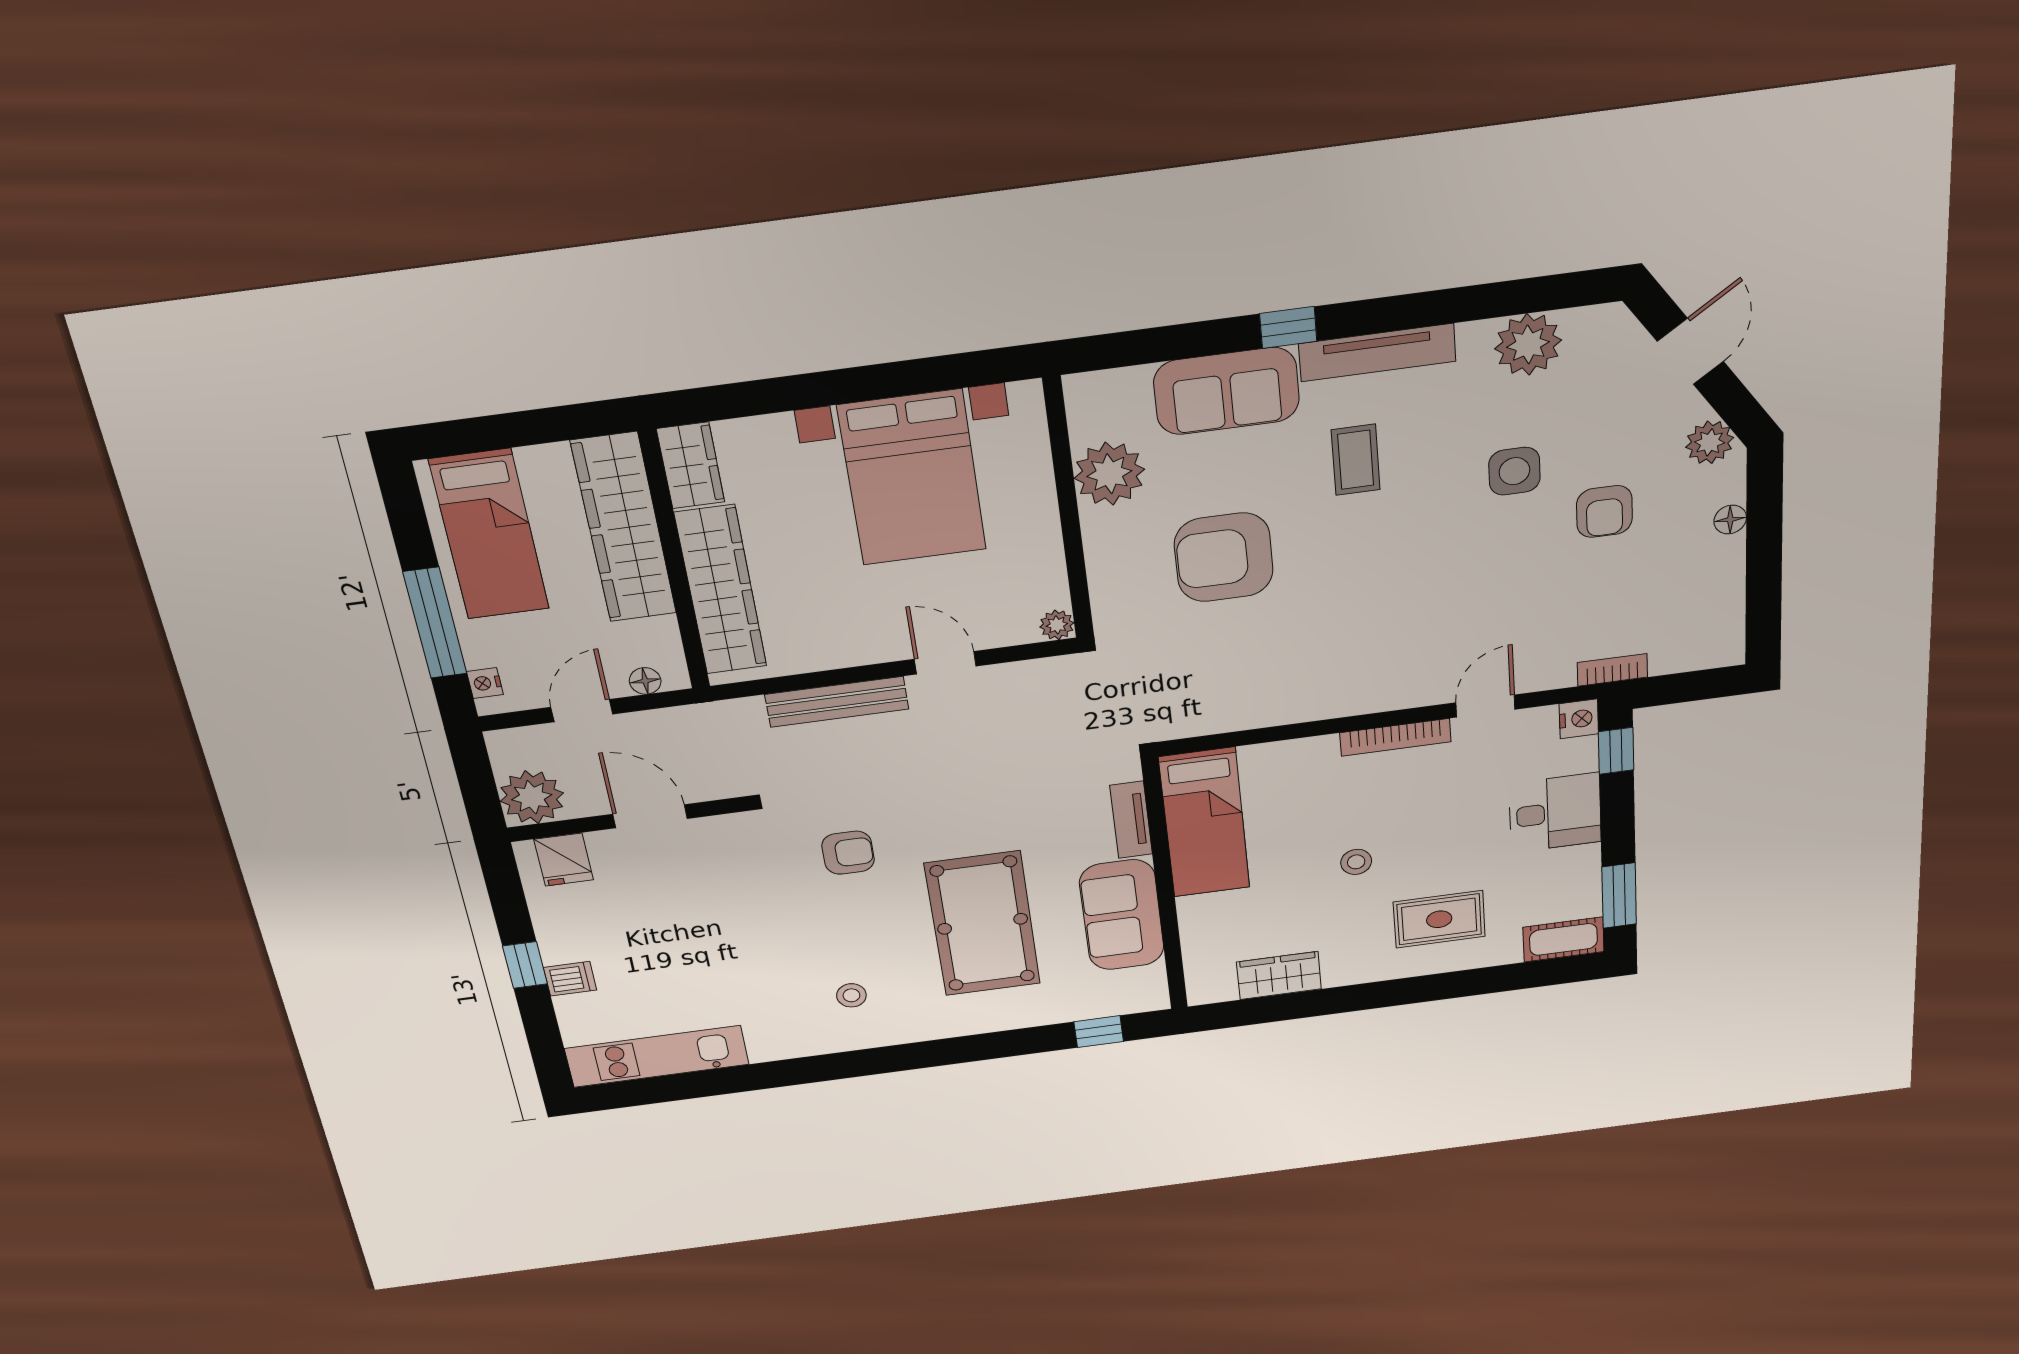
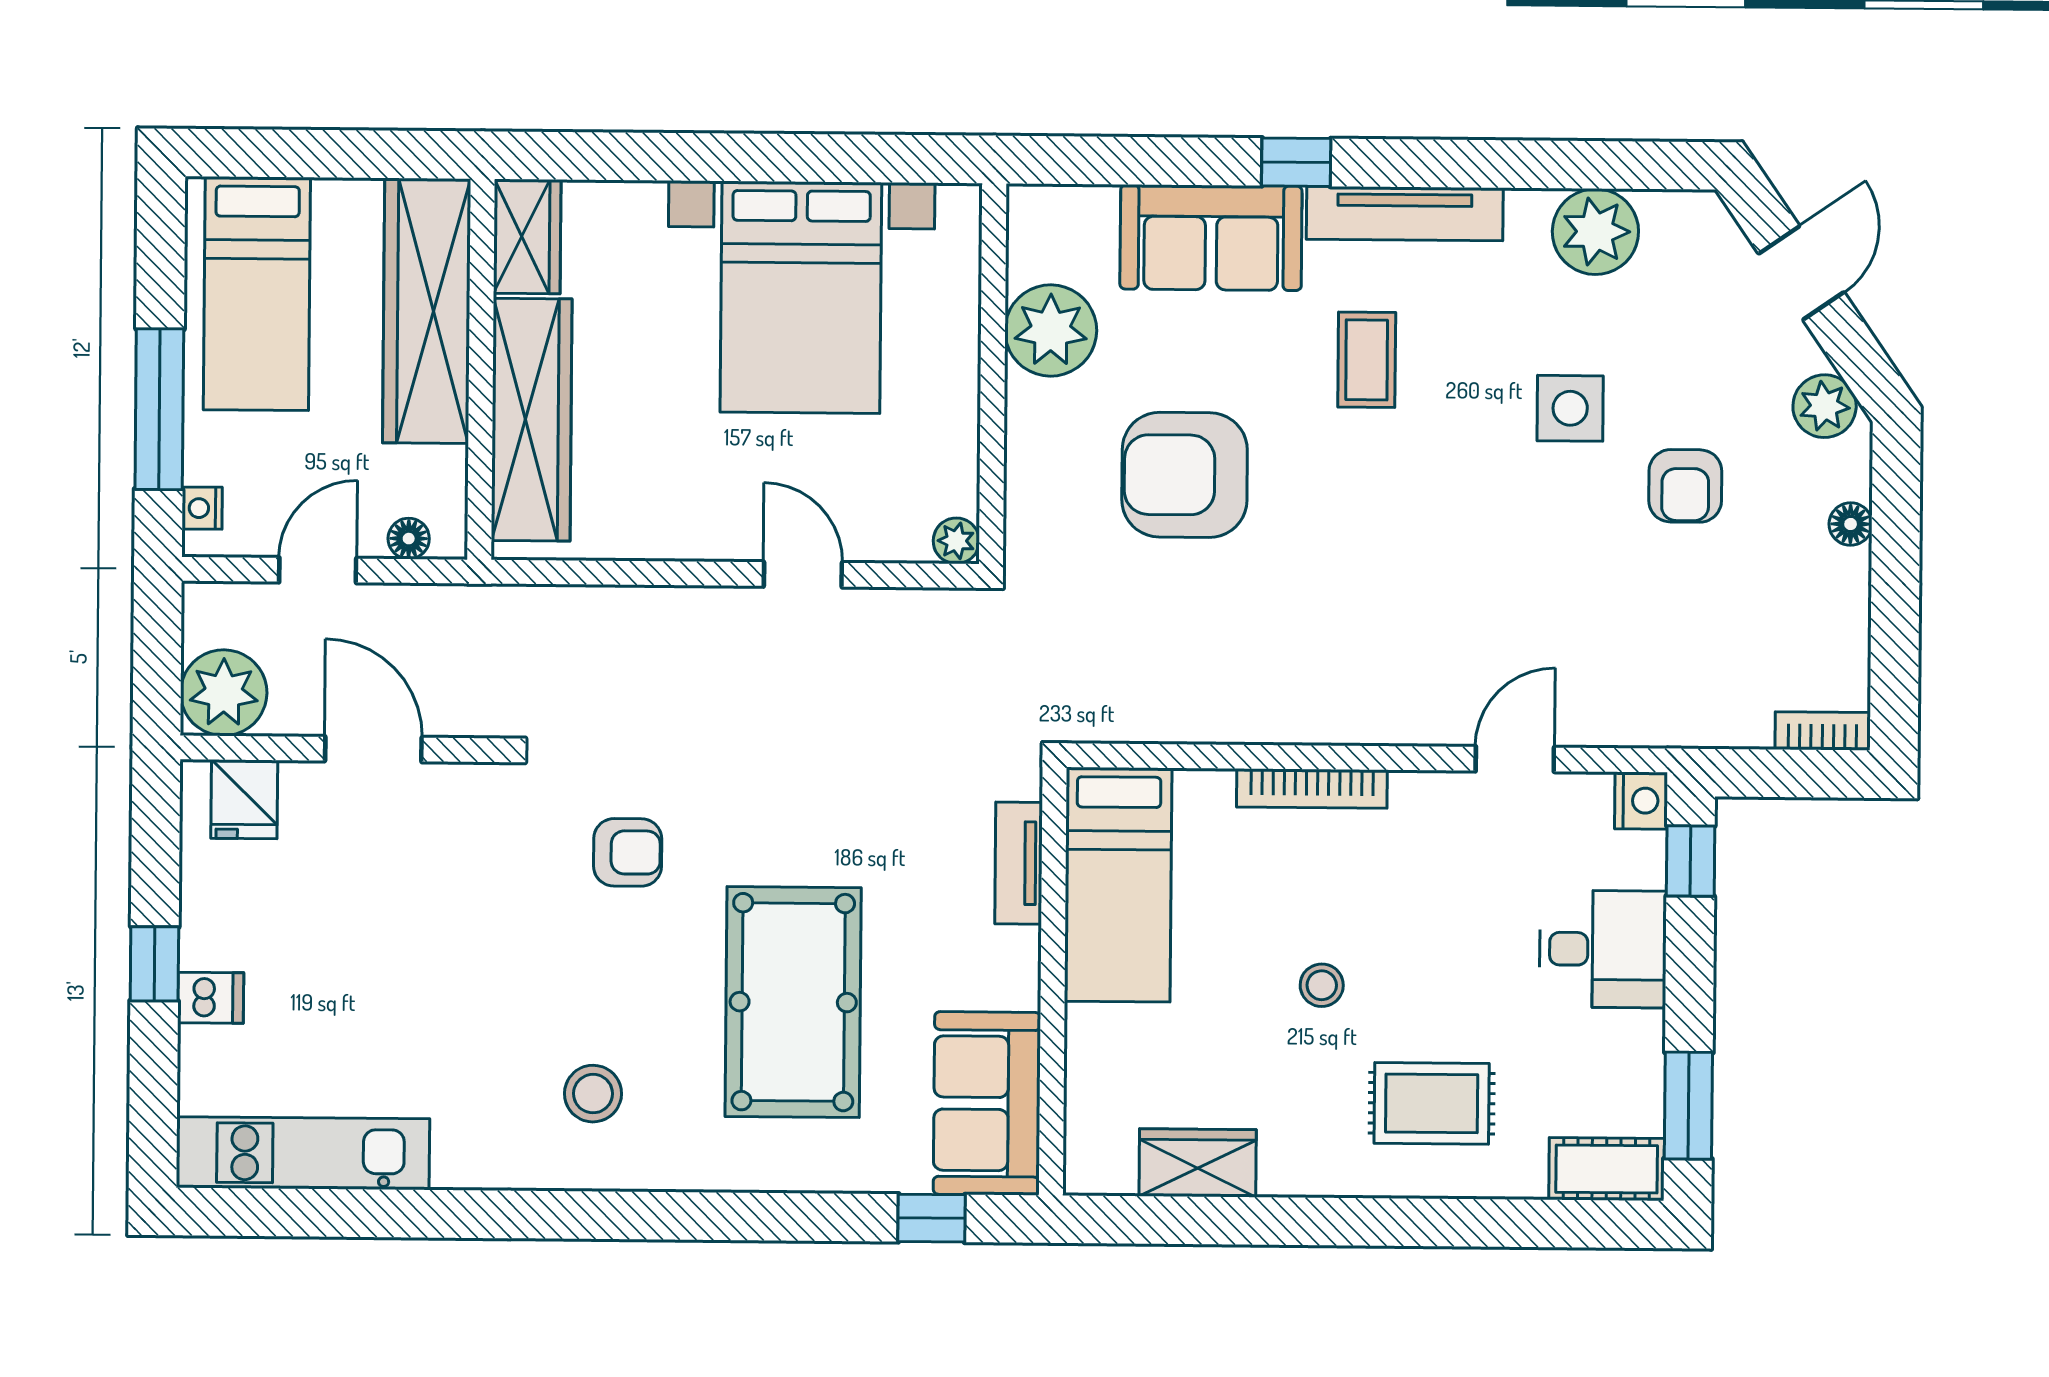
bookcase: (1612, 670) -> (1822, 731), moved
bench: (837, 702) -> (652, 611), removed
bookcase: (1395, 737) -> (1312, 788), moved
sofa: (1122, 915) -> (987, 1103), moved
stool: (851, 995) -> (593, 1094), width x1.37, depth x1.37

